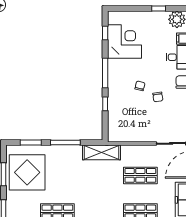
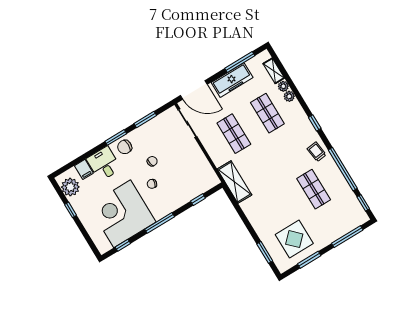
corner desk: (124, 42) -> (122, 214), width x1.36, depth x1.36
window: (105, 104) -> (198, 200), moved
window: (65, 142) -> (245, 221), removed
display table: (27, 172) -> (294, 239), width x0.73, depth x0.73

